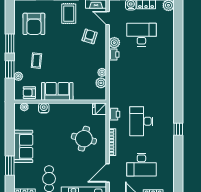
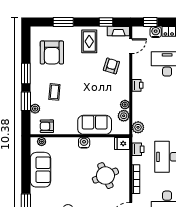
door: (108, 18) -> (131, 46), swing flipped
plant: (114, 43) -> (138, 127), moved
sofa: (57, 91) -> (95, 125), moved
water cooler: (44, 108) -> (84, 143), moved
round table: (84, 139) -> (105, 176), turned -37
sofa: (23, 146) -> (40, 170), moved

